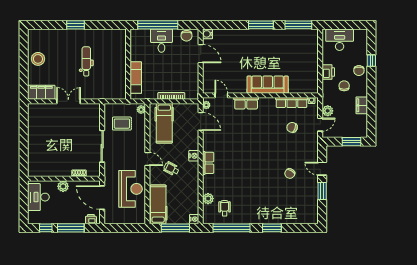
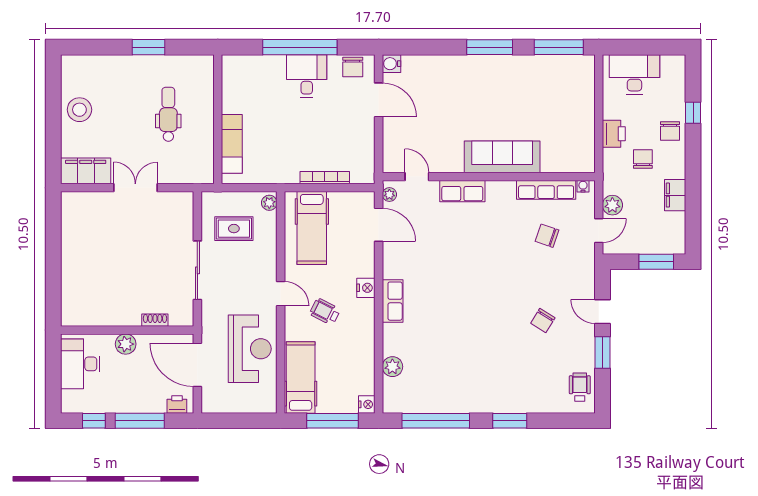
wall: (128, 64) -> (218, 119), moved
exam couch: (136, 78) -> (232, 144), moved
wheelchair: (225, 208) -> (580, 387), moved

